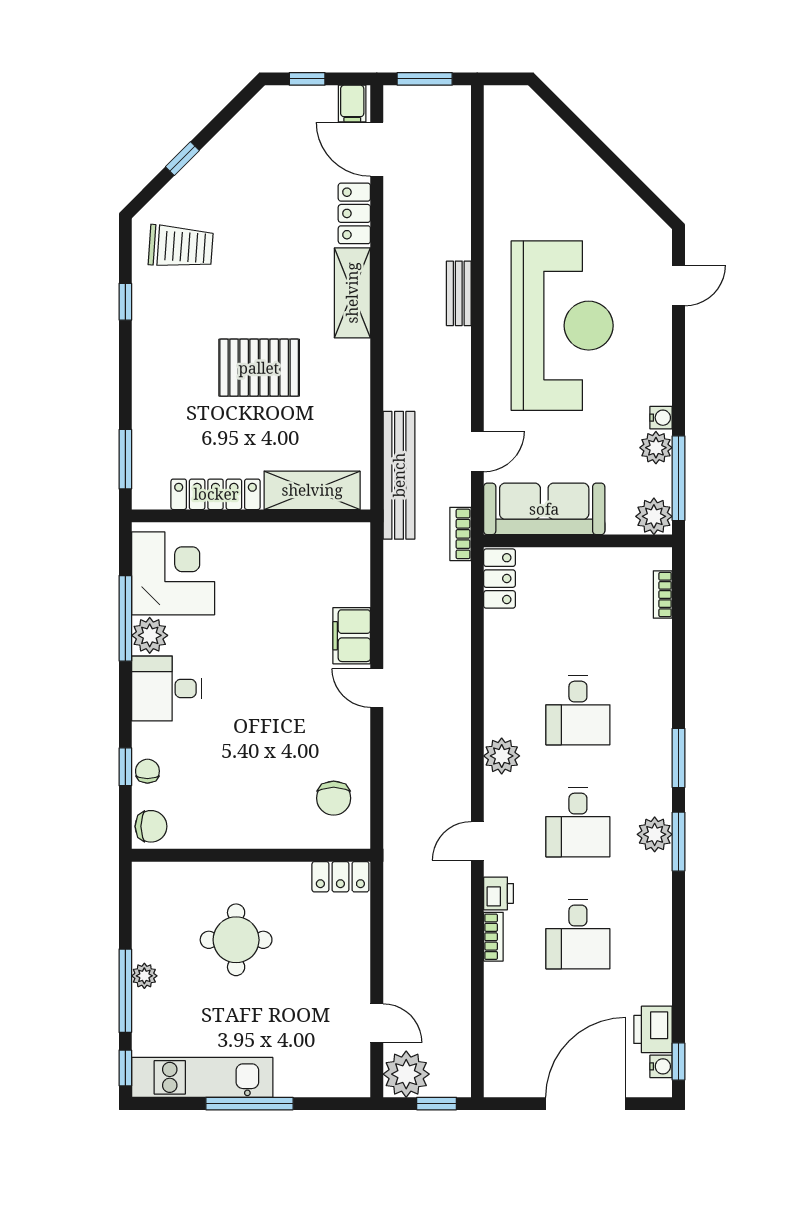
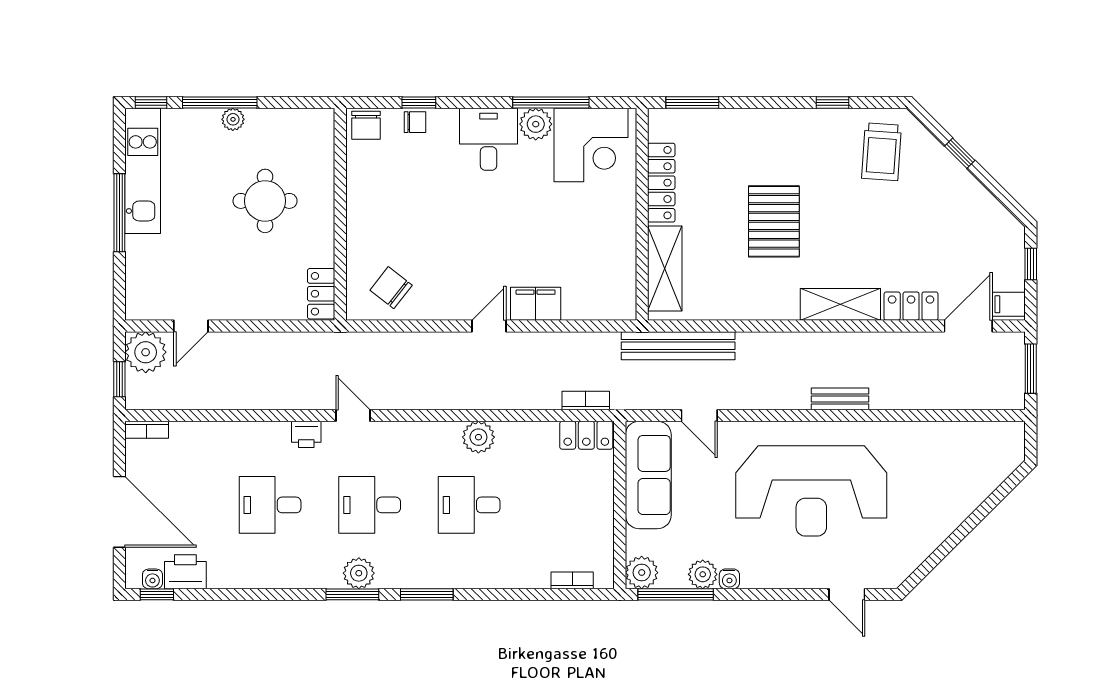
bookcase: (460, 534) -> (586, 400), moved
plant: (502, 756) -> (478, 437), moved
chair: (334, 798) -> (391, 288), turned 38
bookcase: (493, 937) -> (147, 430), moved

